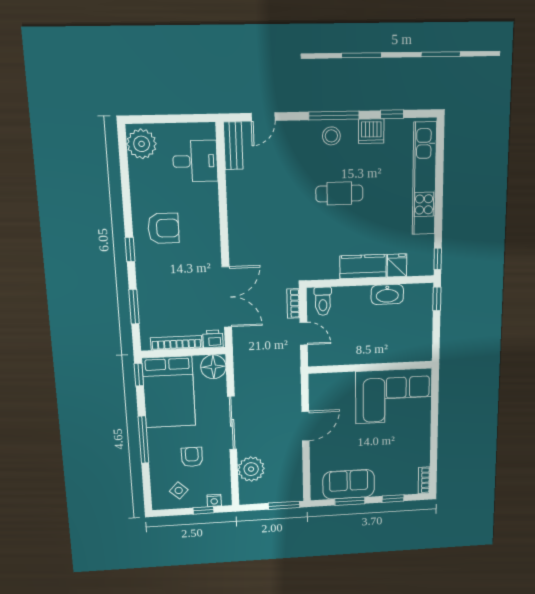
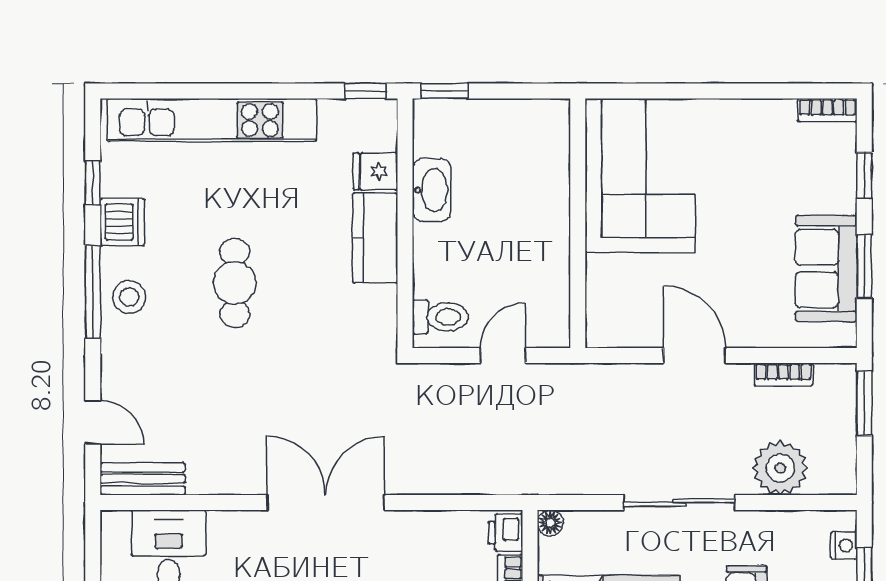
double door: (227, 297) -> (326, 502), moved
bookcase: (293, 304) -> (783, 375), moved
floor lamp: (213, 367) -> (550, 523), width x0.53, depth x0.53

